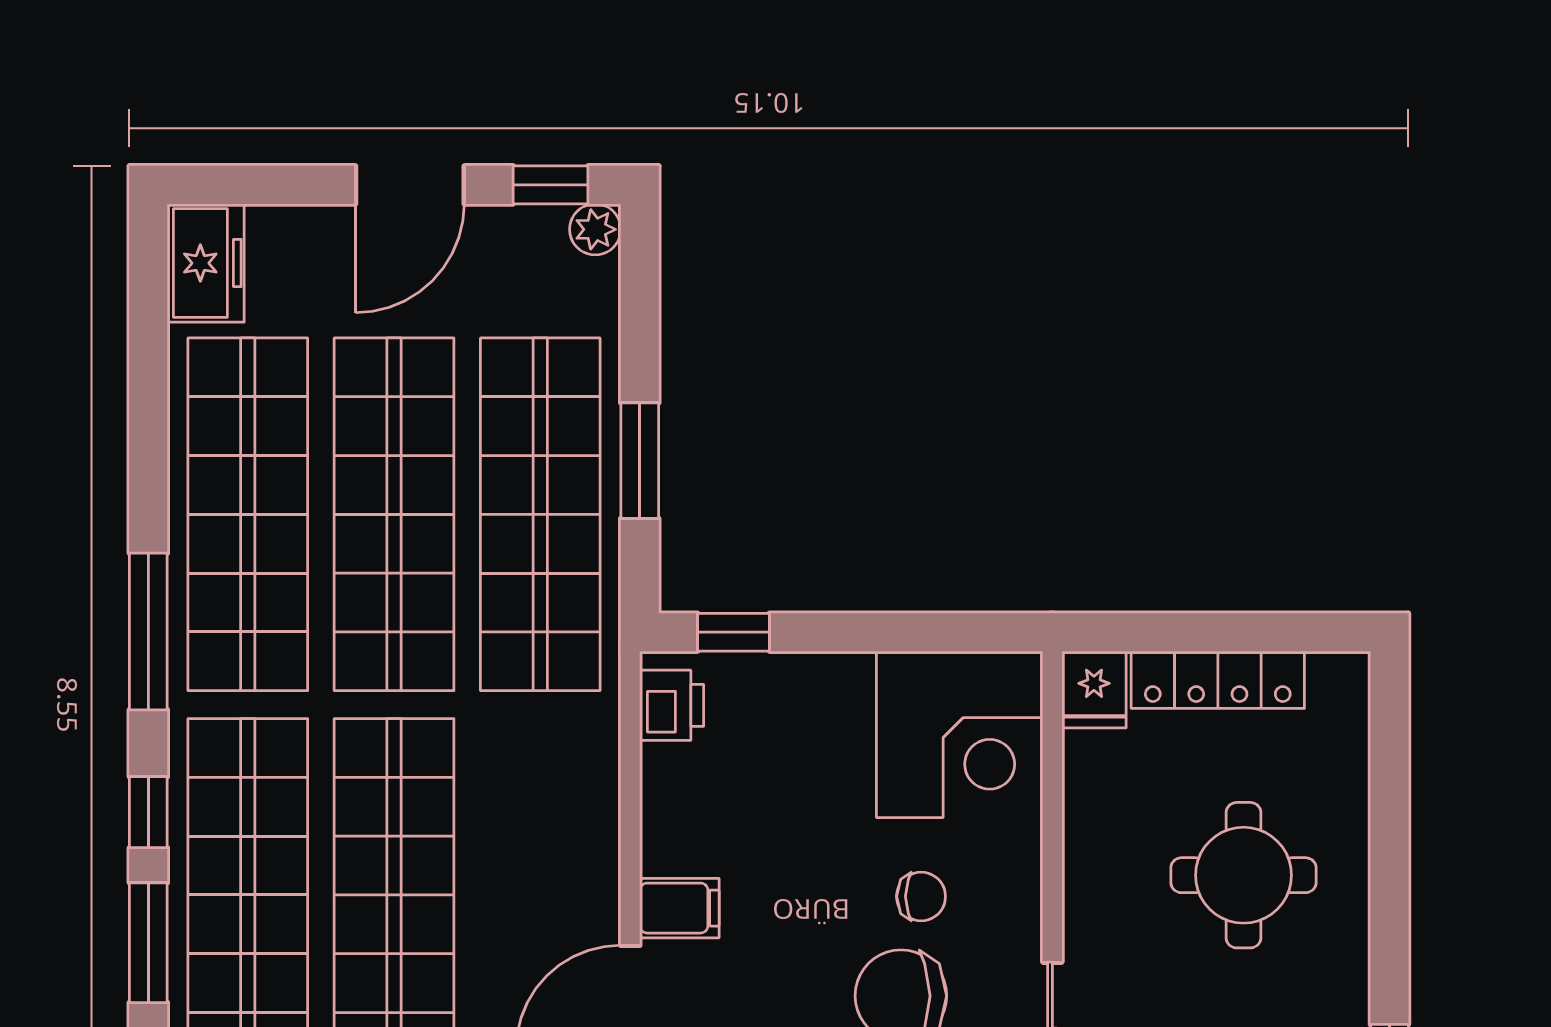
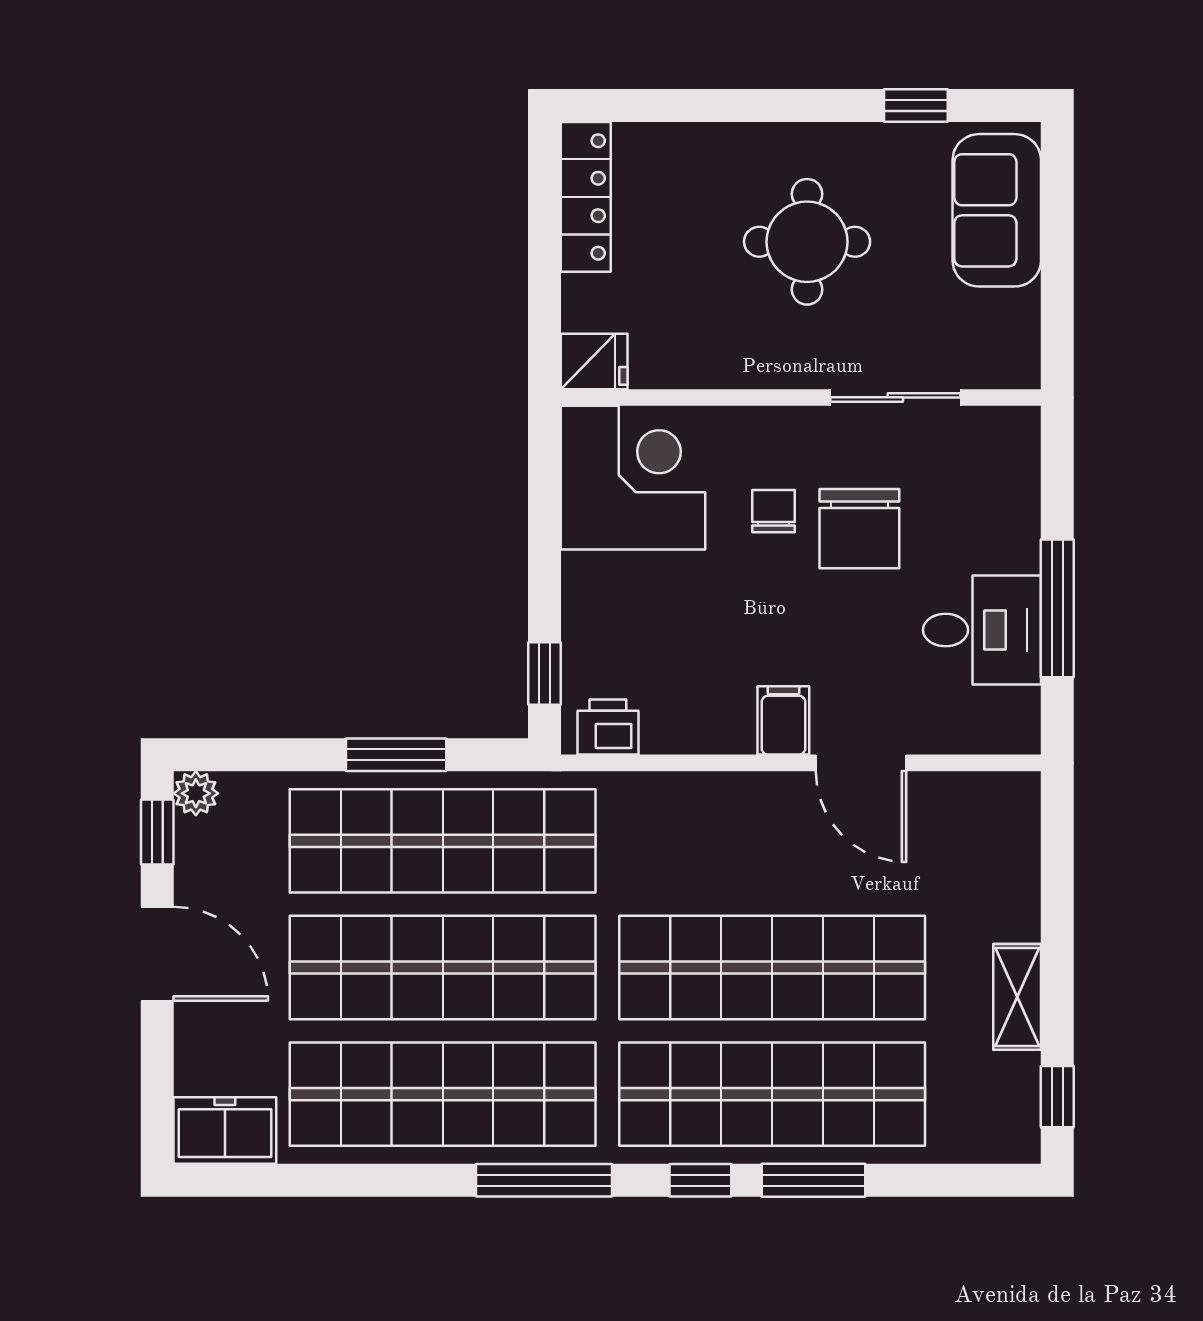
locker: (1218, 680) -> (586, 197), moved
round table: (1244, 875) -> (807, 242), moved

